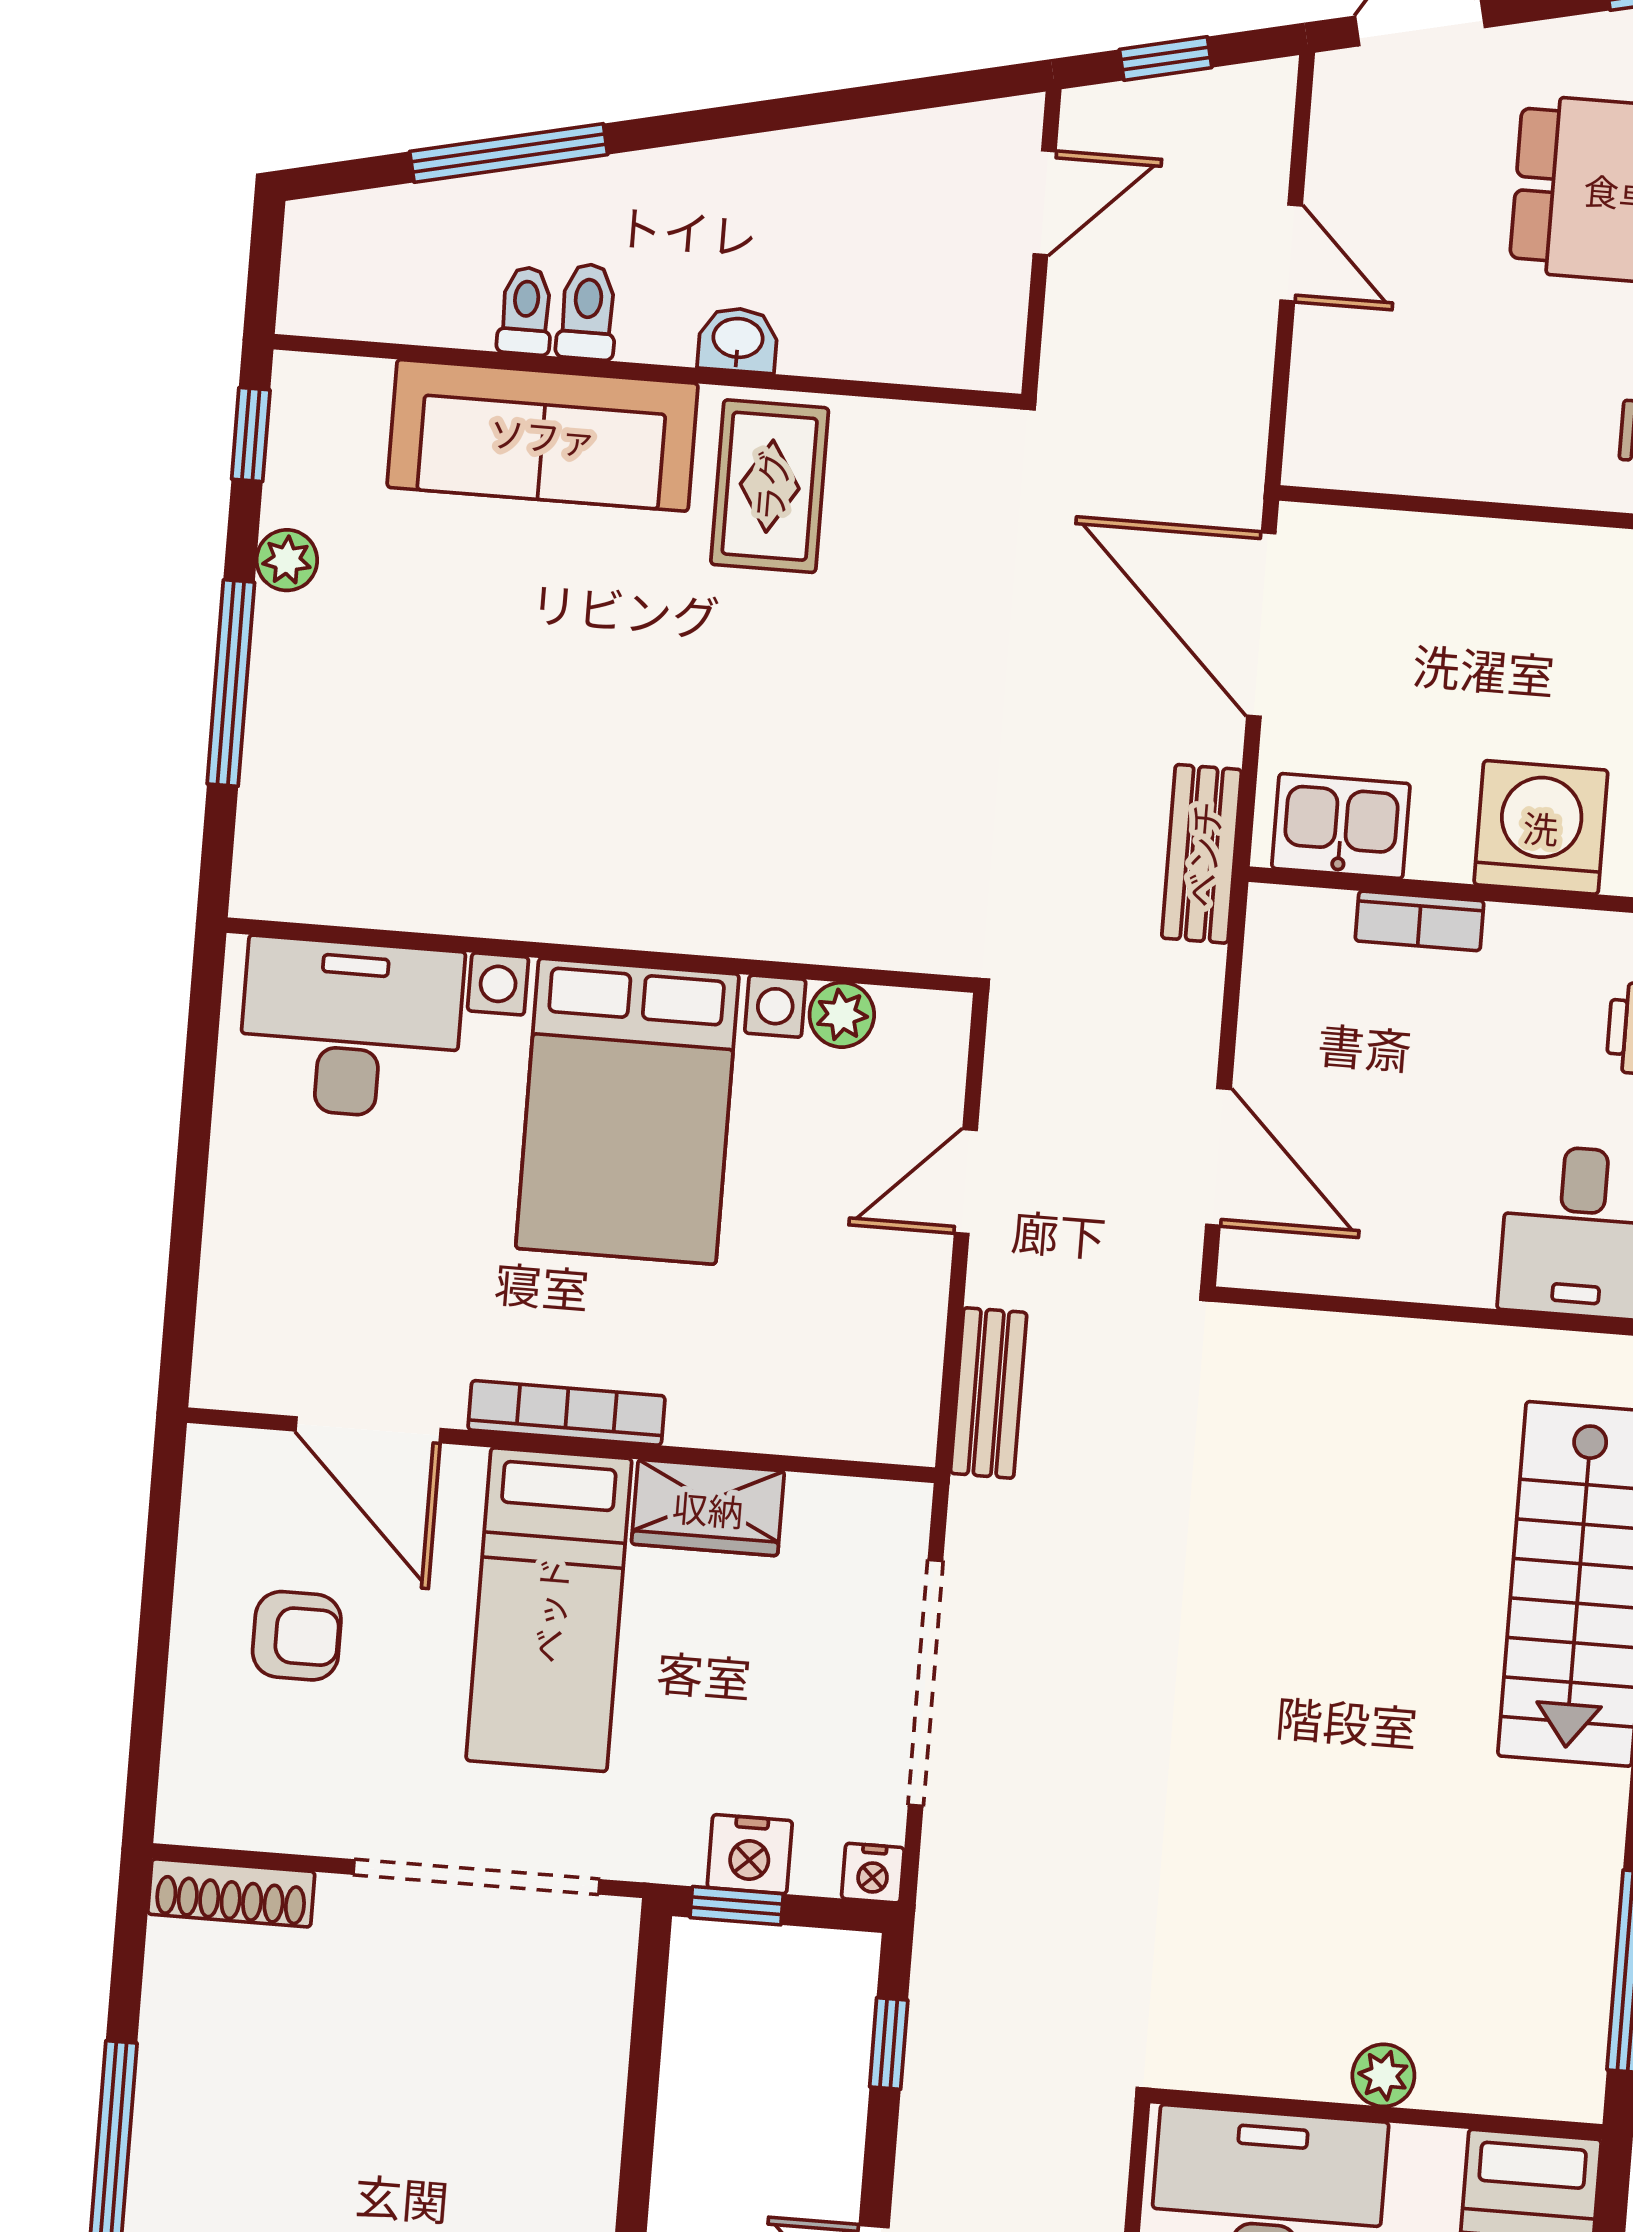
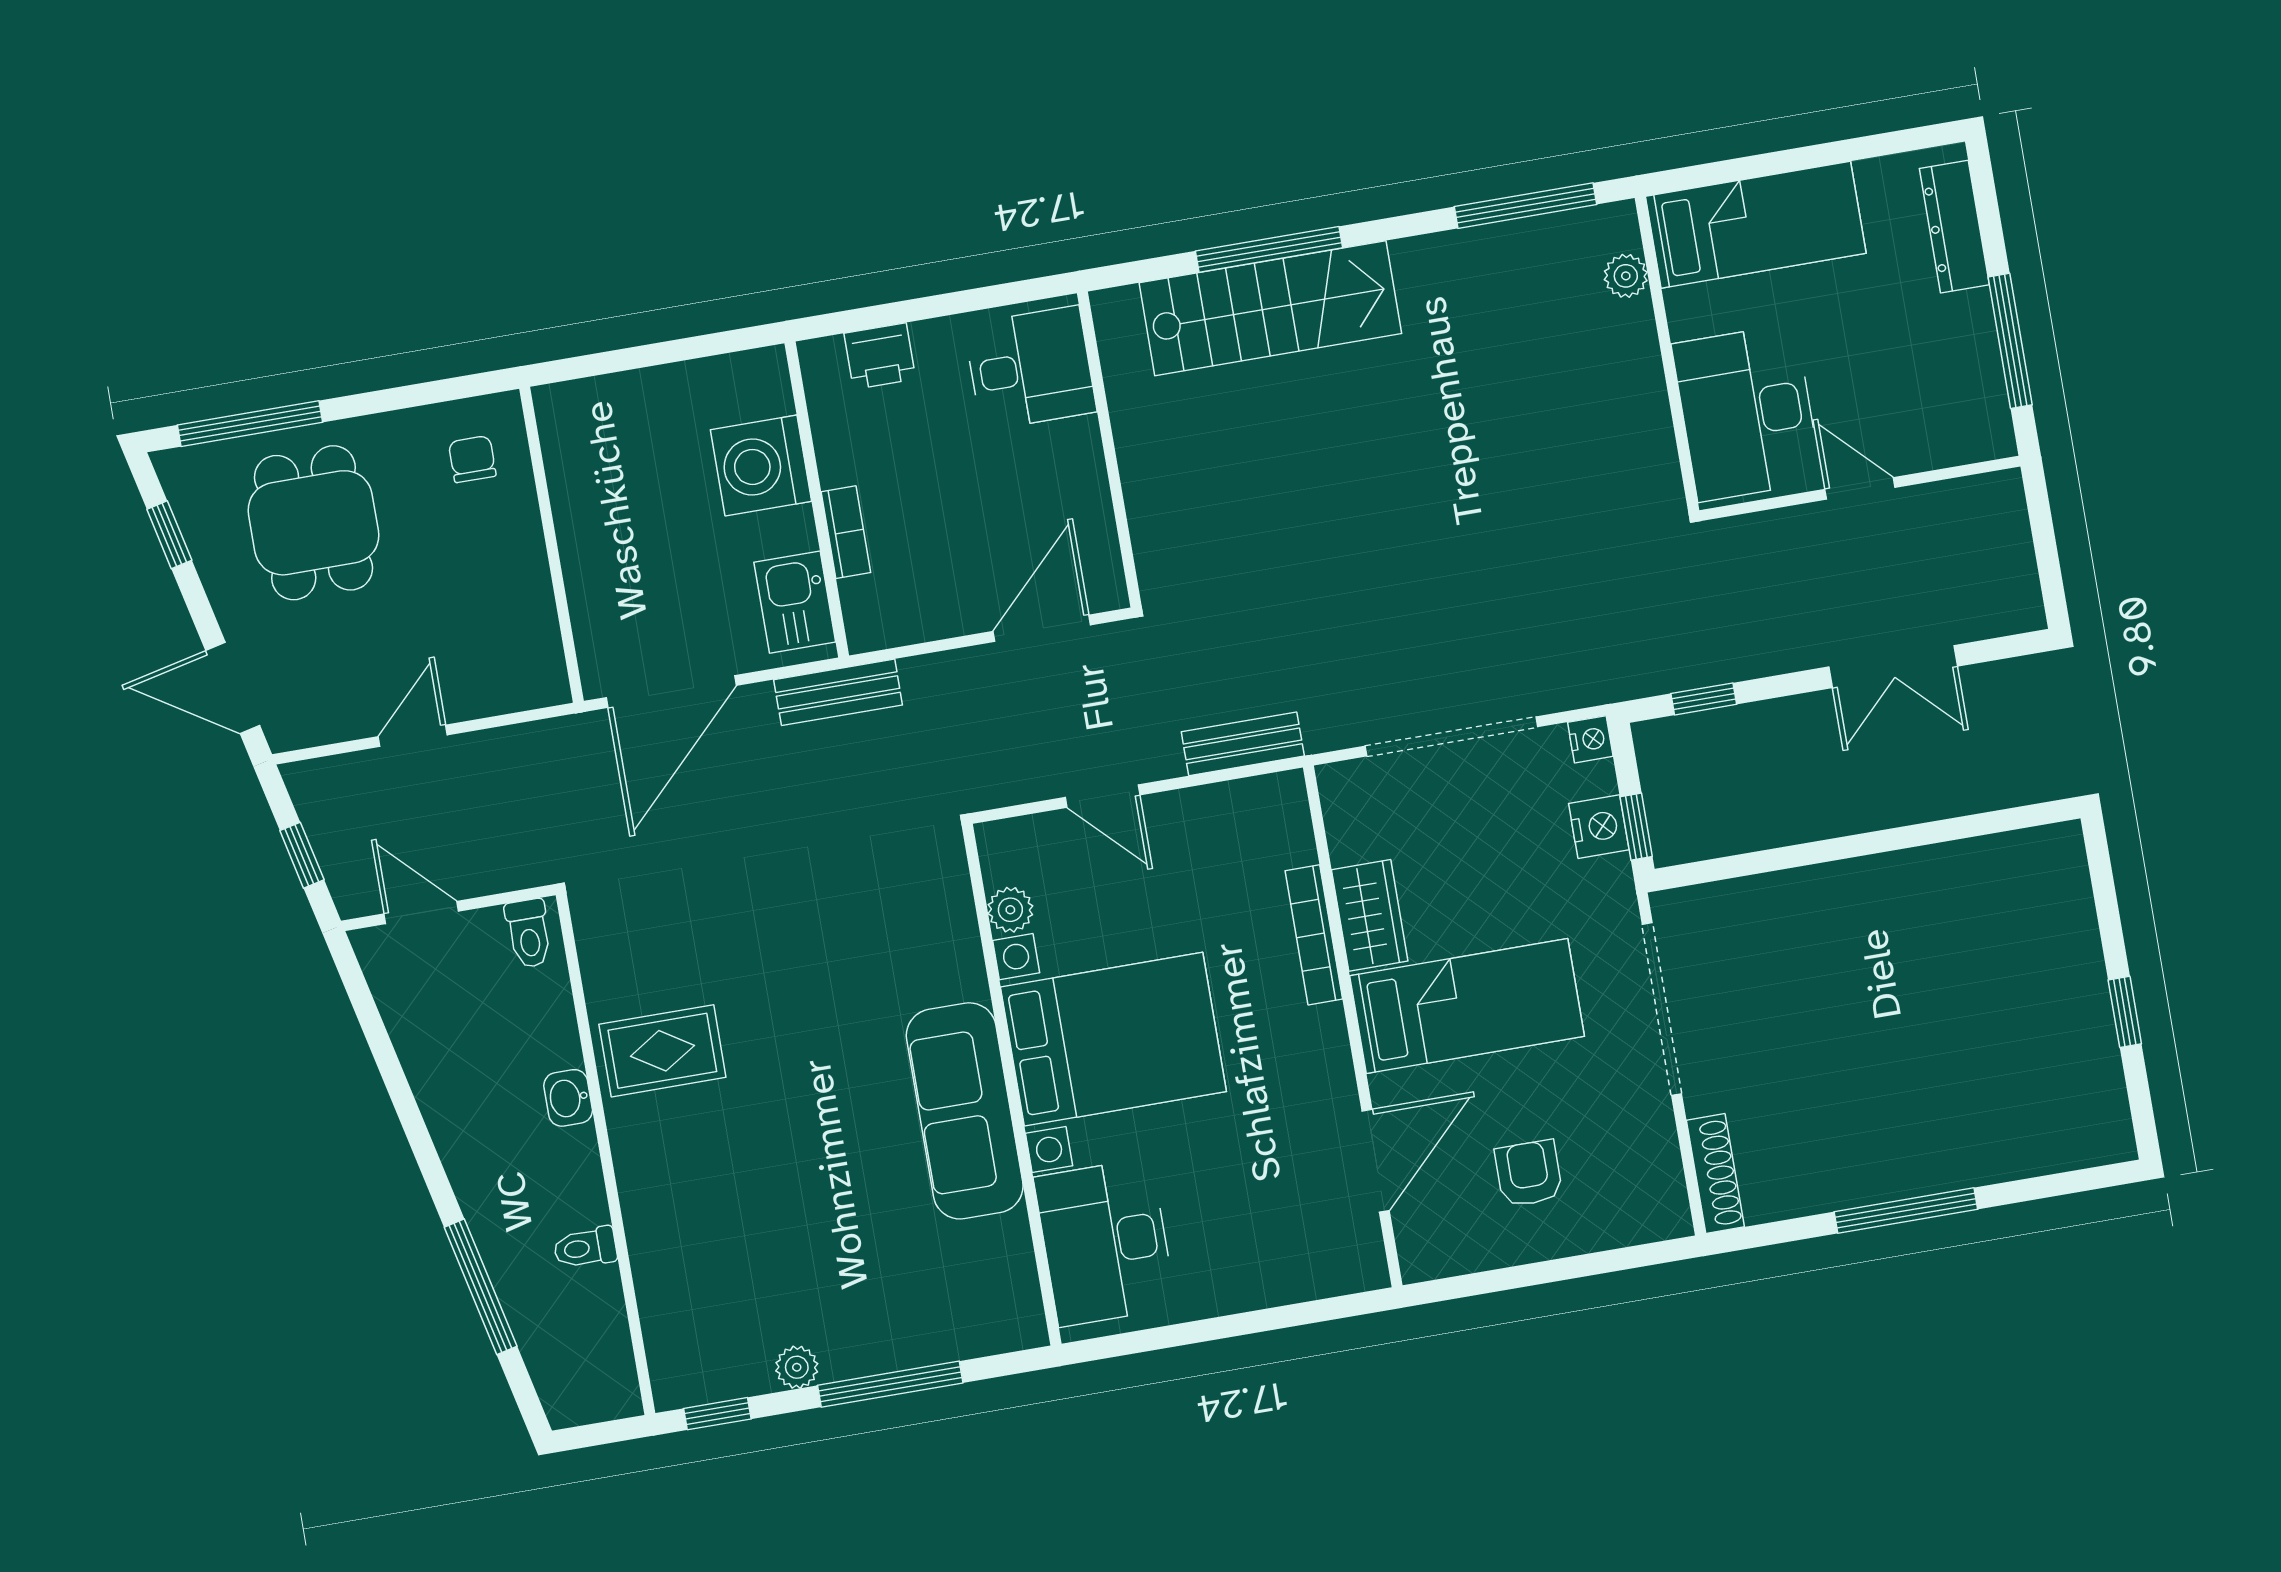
toilet: (587, 312) -> (529, 933), moved, turned -90
sofa: (543, 435) -> (965, 1111), moved, turned 180
bookcase: (567, 1413) -> (1314, 935), moved
plant: (1383, 2075) -> (1626, 276), moved

